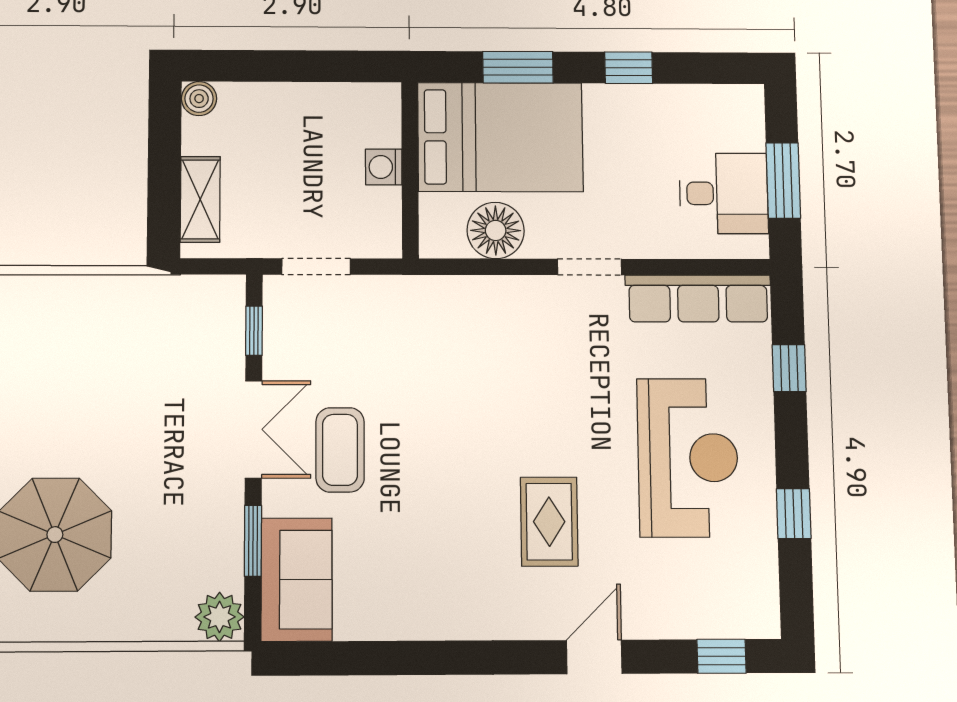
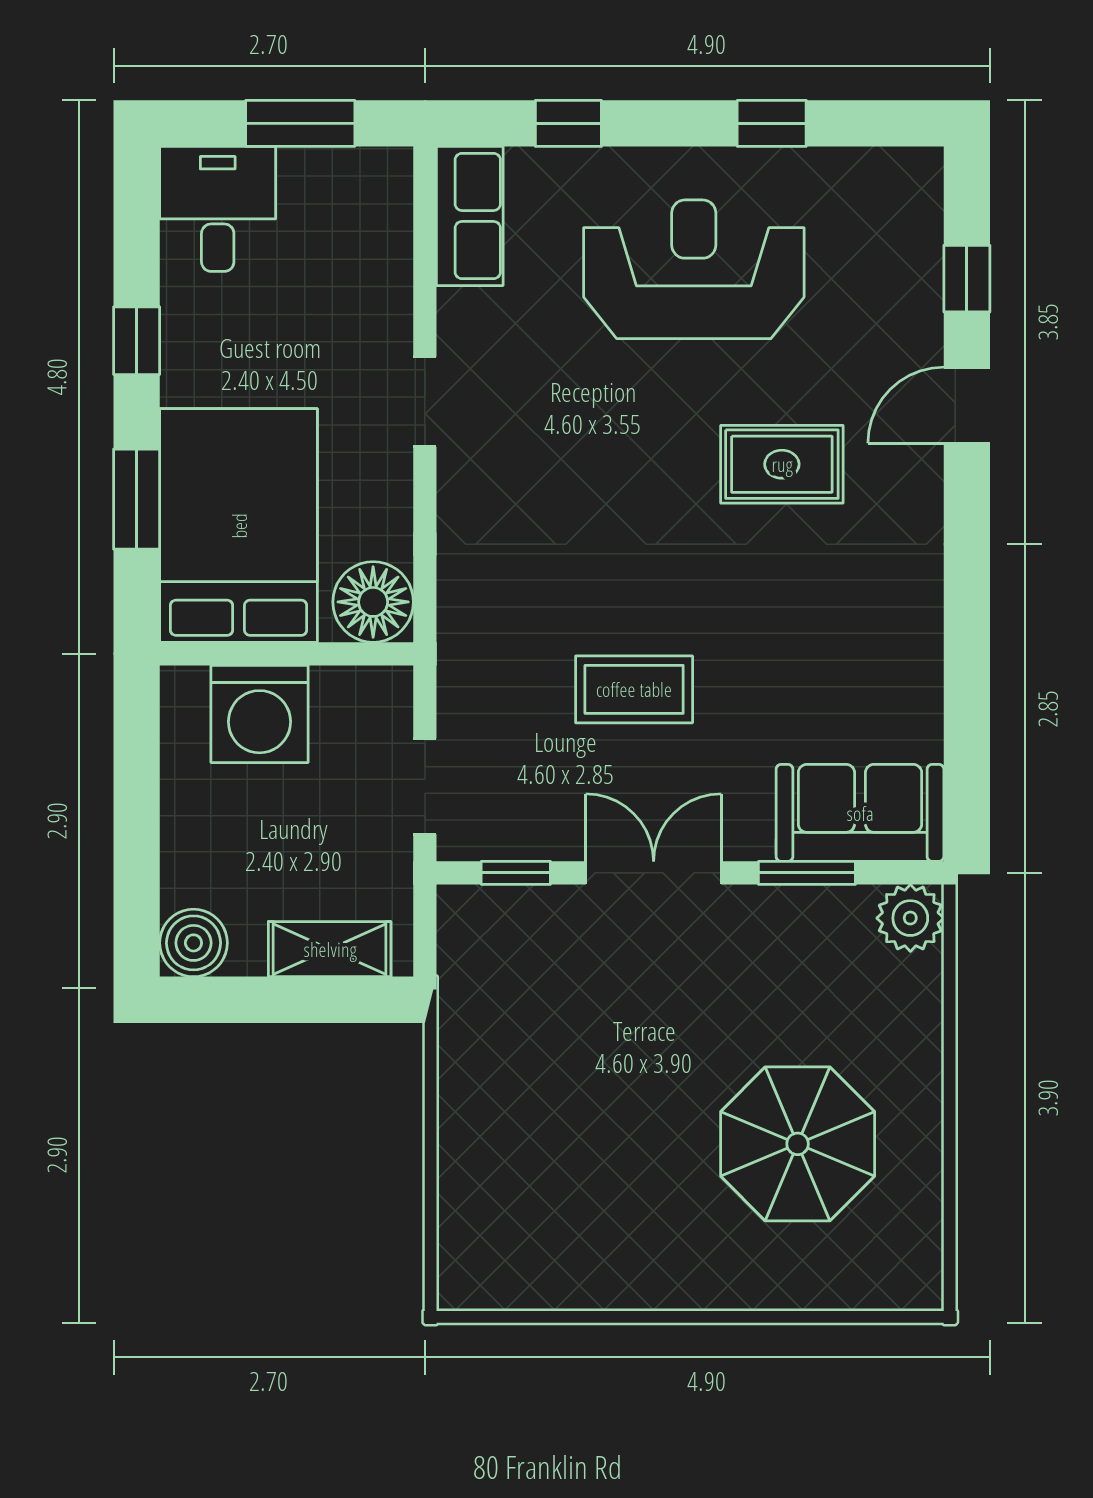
boiler: (199, 99) -> (193, 943), width x1.36, depth x1.36
washing machine: (384, 167) -> (259, 714), width x1.89, depth x1.89
desk: (724, 193) -> (218, 209), moved
floor lamp: (496, 230) -> (373, 602), moved
row of seats: (698, 298) -> (470, 216), width x0.68
coffee table: (340, 450) -> (634, 689), moved
window: (722, 656) -> (967, 279), moved
door: (594, 657) -> (967, 405), hinge flipped

